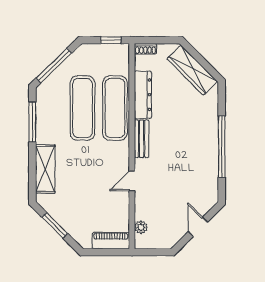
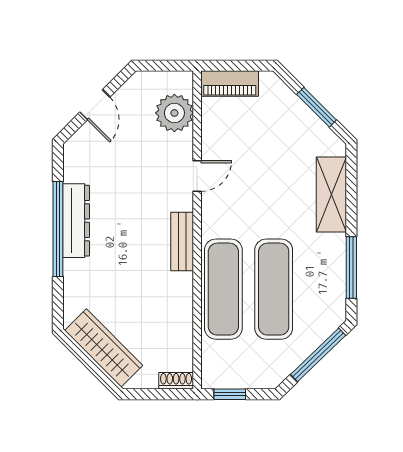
dresser: (143, 95) -> (76, 221), moved, turned 180
plant: (141, 227) -> (174, 113), width x1.87, depth x1.87

